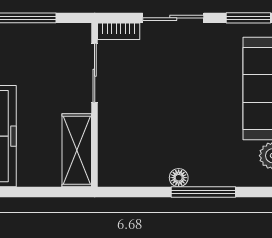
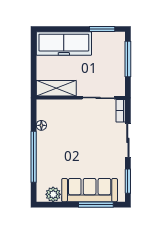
floor lamp: (179, 178) -> (41, 125), moved
window: (203, 192) -> (34, 157), width x1.46

